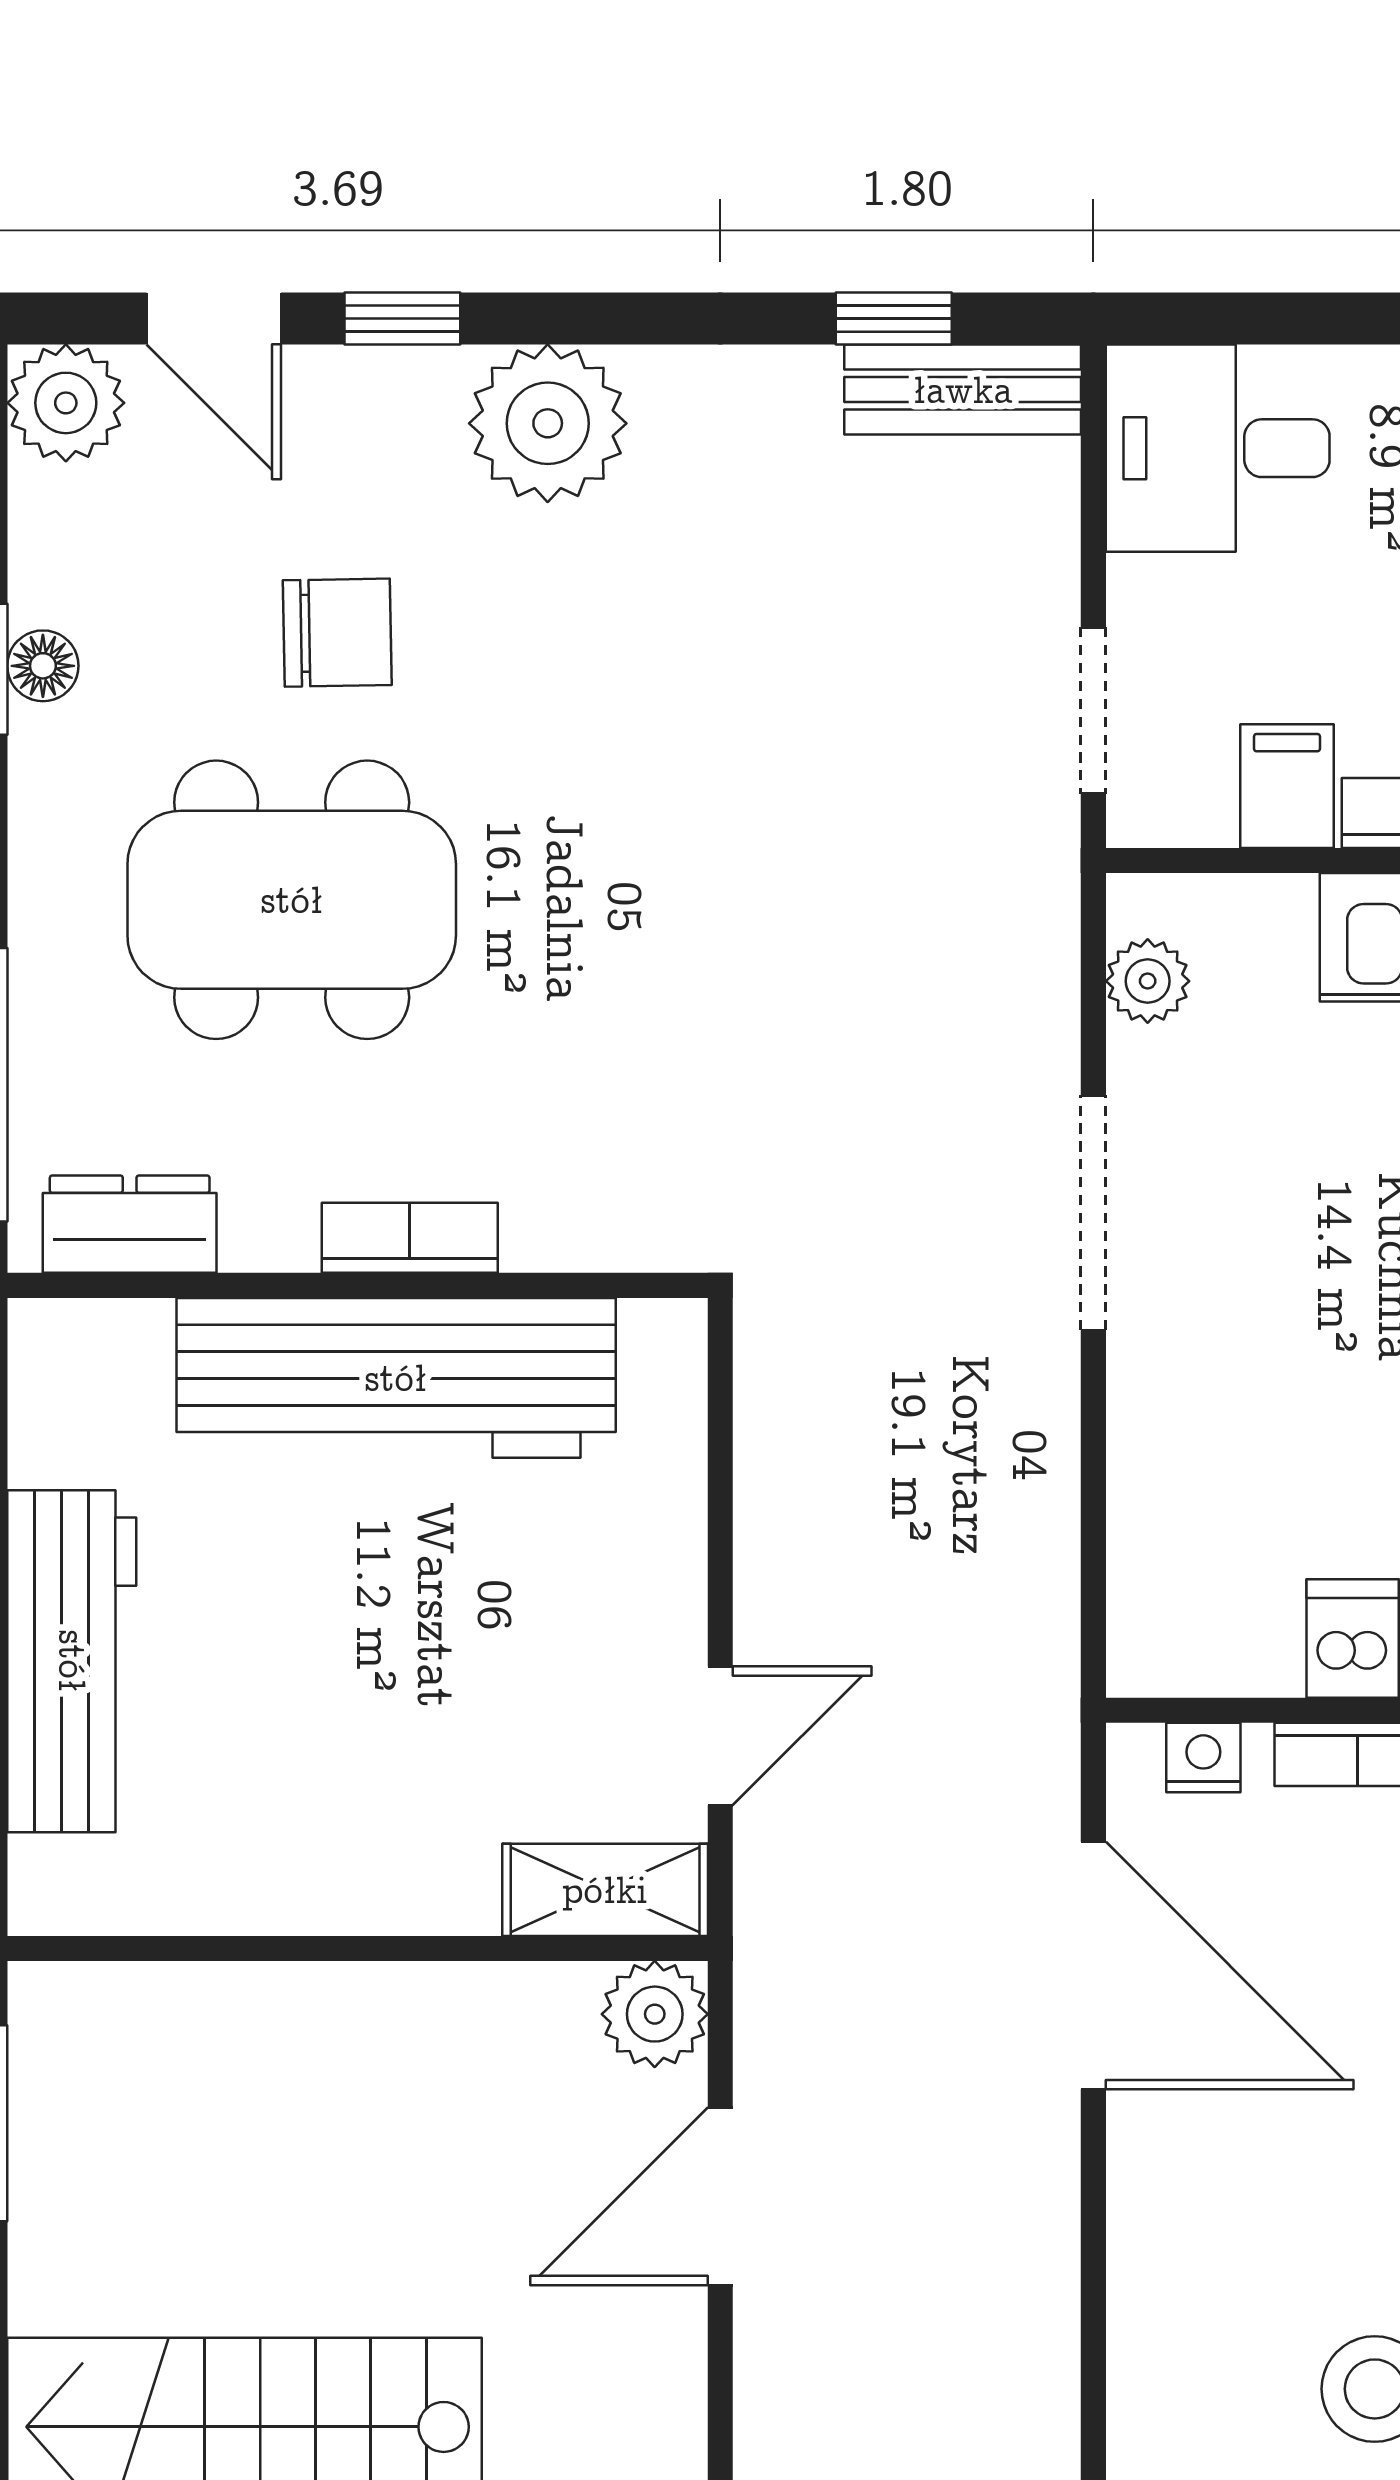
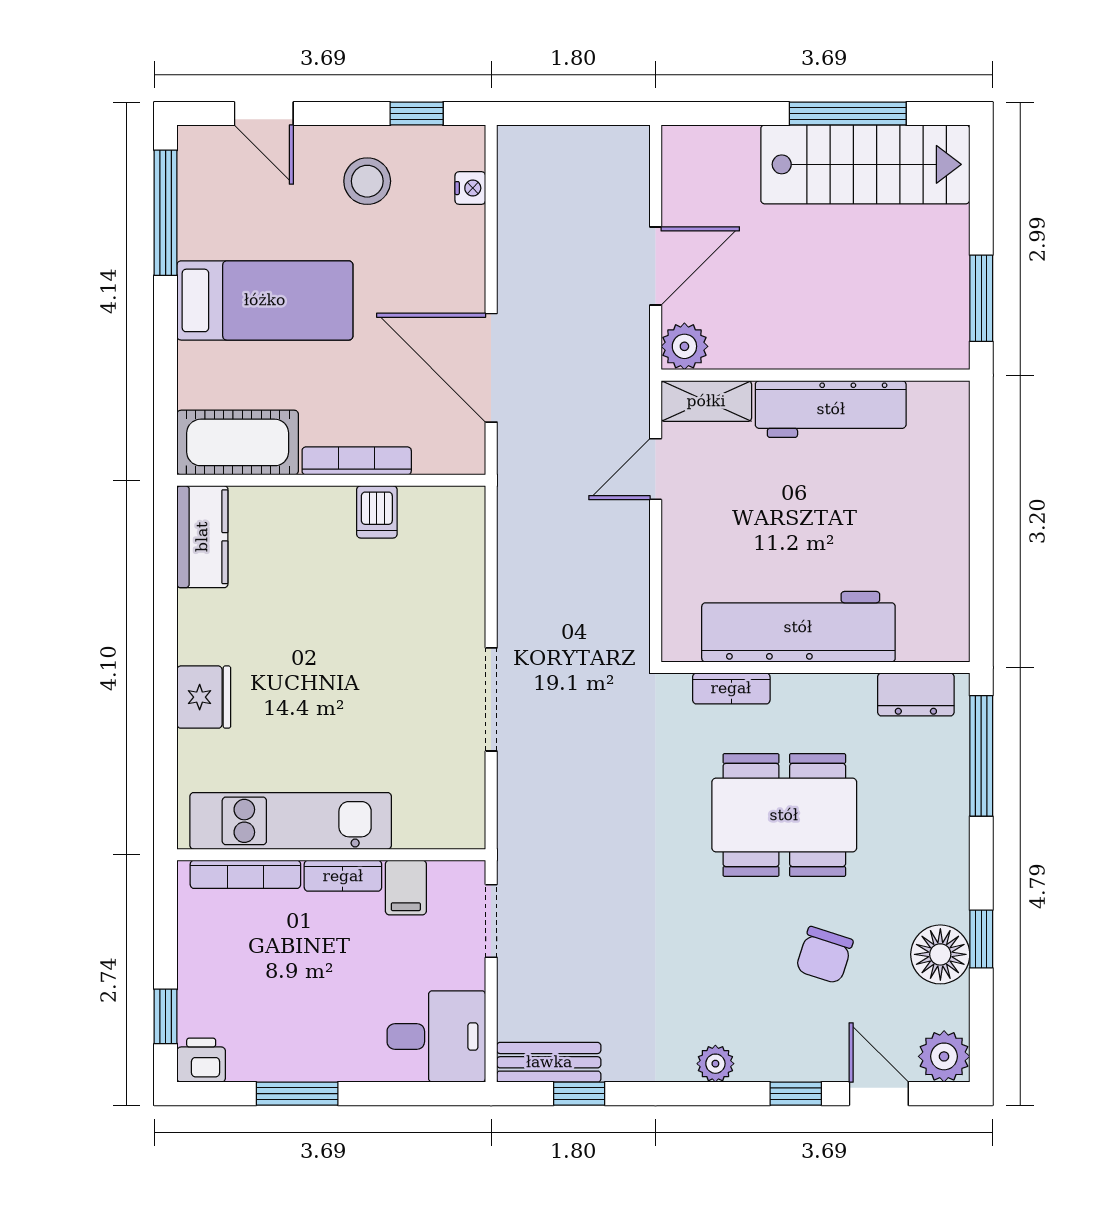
plant: (548, 423) -> (715, 1064), width x0.53, depth x0.53
chair: (337, 633) -> (824, 955), turned -71
floor lamp: (43, 666) -> (940, 954), width x1.89, depth x1.89
dining table: (292, 900) -> (784, 815), moved
plant: (1148, 981) -> (467, 802), removed
bookcase: (410, 1238) -> (731, 688), moved
workbench: (72, 1661) -> (831, 409), moved, turned -90
nightstand: (1203, 1758) -> (470, 188), moved, turned -90

